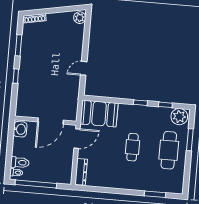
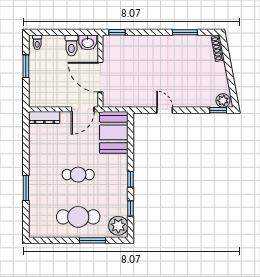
window: (88, 23) -> (218, 110), added
window: (16, 76) -> (117, 32), moved
door: (77, 139) -> (83, 109), hinge flipped
toilet: (20, 163) -> (71, 45), moved
window: (36, 184) -> (26, 66), width x0.47
window: (155, 194) -> (26, 188), moved

